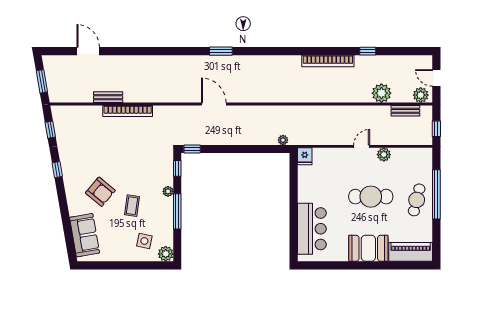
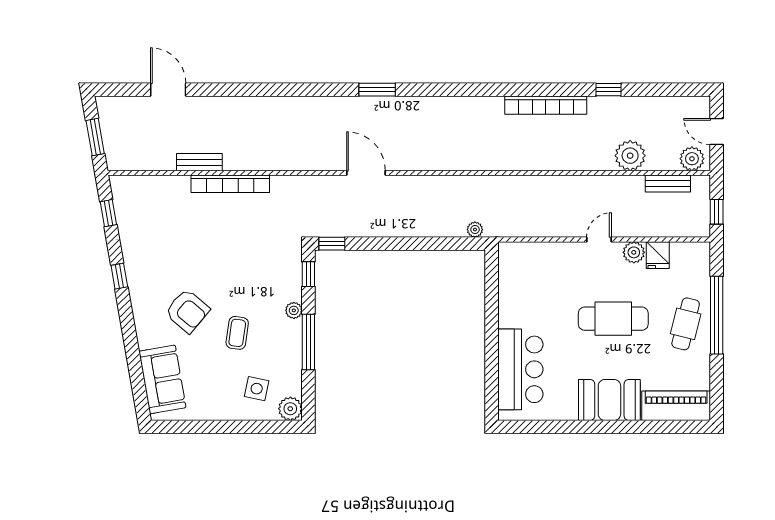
fridge: (305, 156) -> (658, 255), moved

